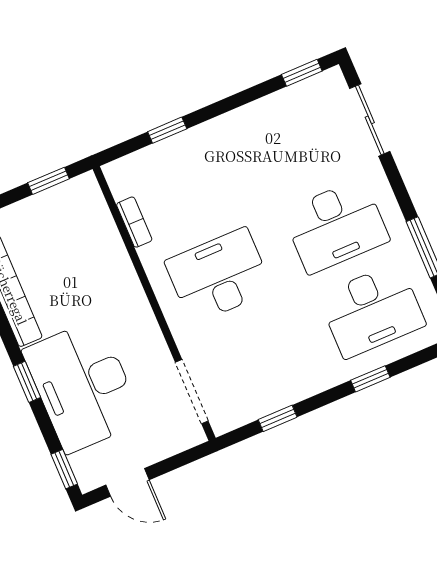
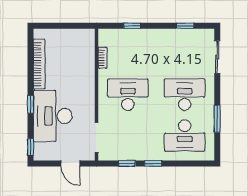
window: (302, 73) -> (185, 26), moved
window: (48, 181) -> (75, 26), removed
desk: (336, 226) -> (185, 95), turned 180
window: (370, 379) -> (153, 163), moved
door: (128, 482) -> (70, 163), moved

